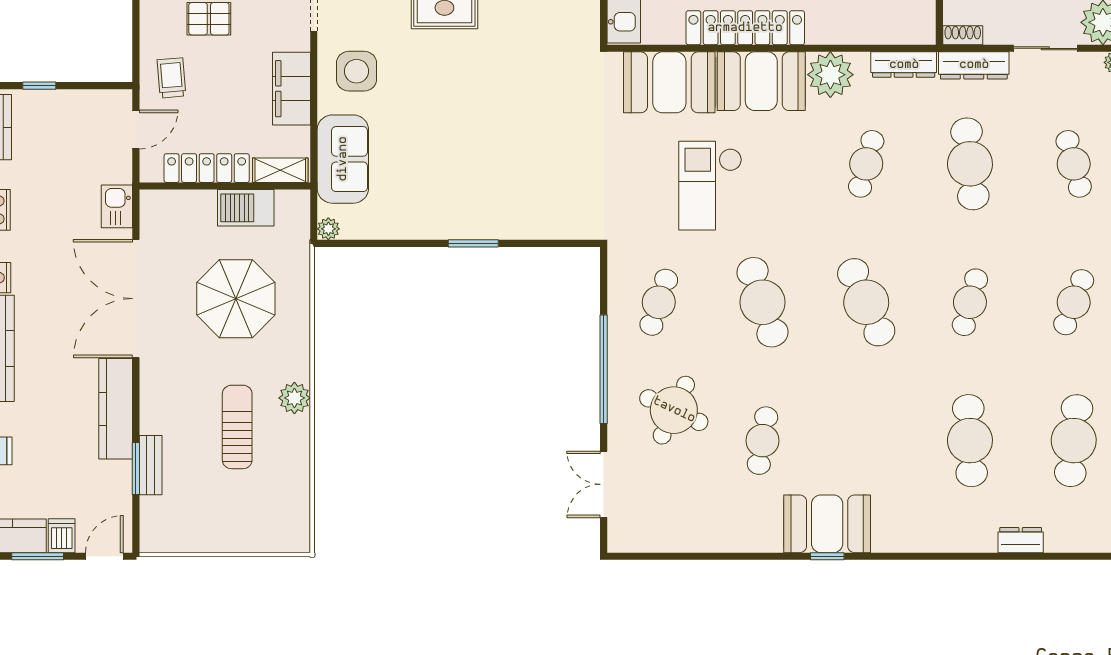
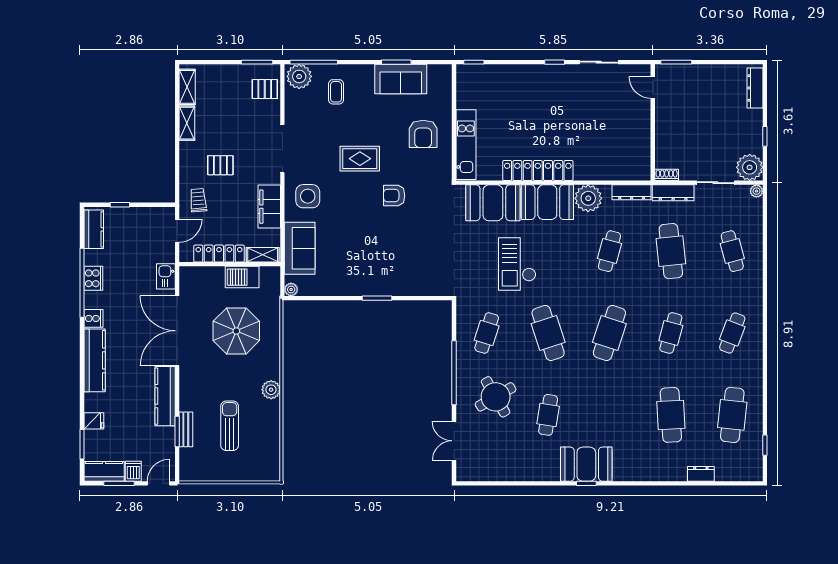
armchair: (503, 70) -> (394, 196), added
cafe table: (866, 302) -> (609, 333), turned 42
round table: (674, 410) -> (496, 397), turned 35
sun lounger: (237, 427) -> (230, 426), moved

